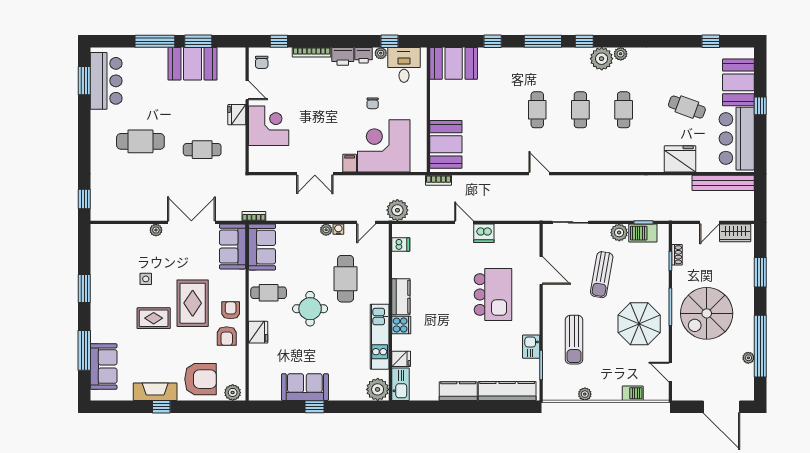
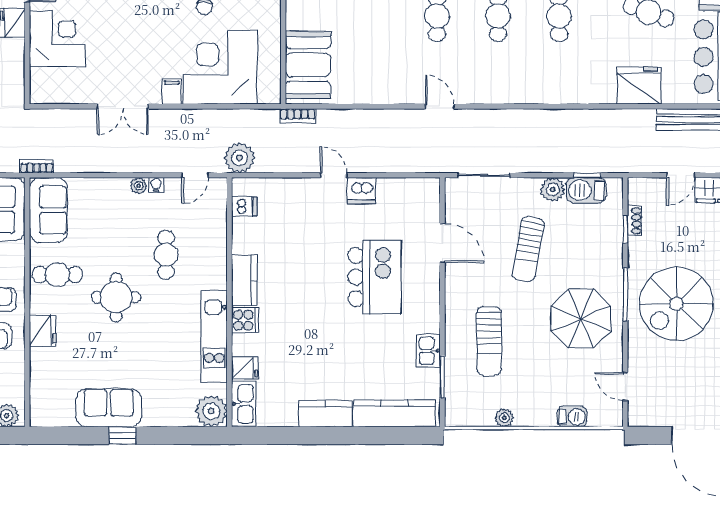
cafe table: (346, 279) -> (166, 255), width x0.73, depth x0.74

